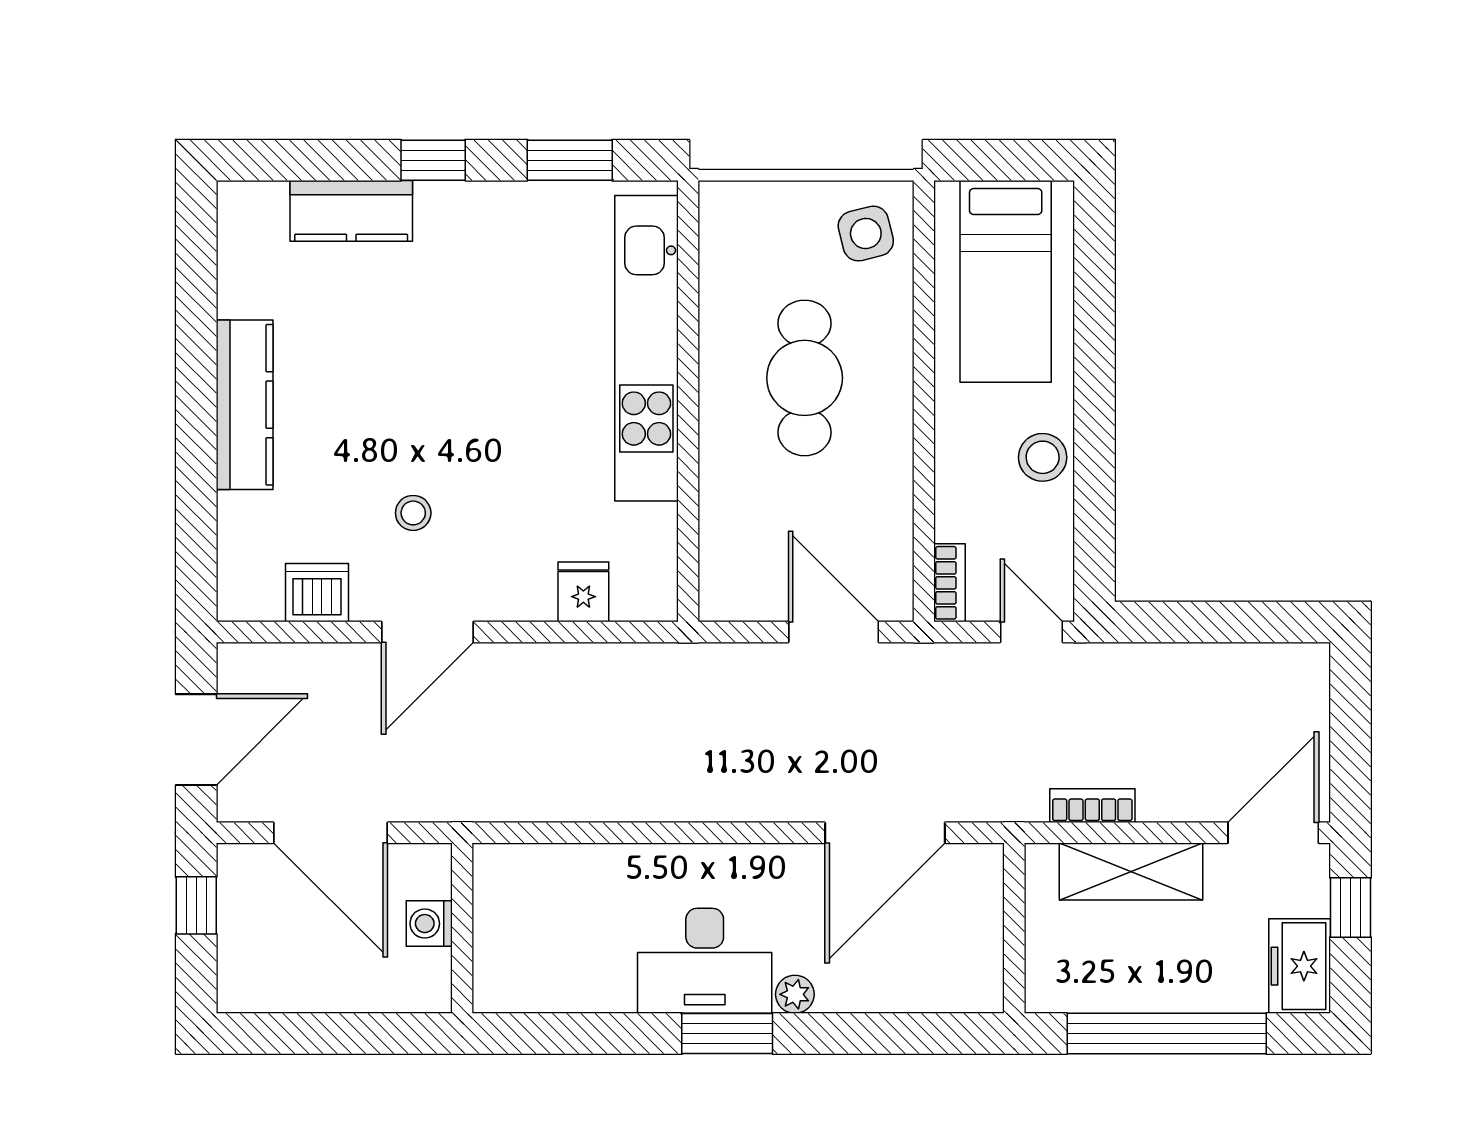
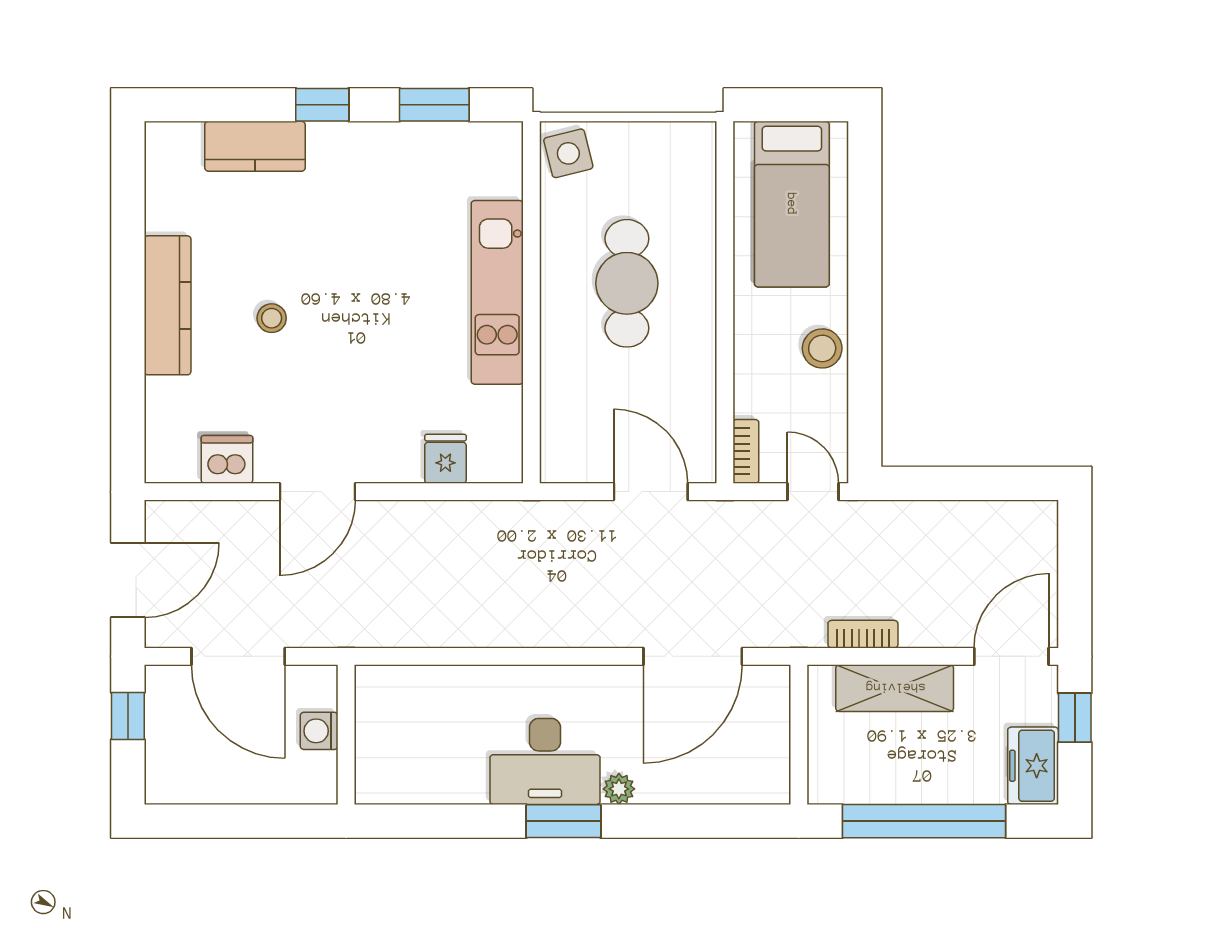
side table: (866, 234) -> (568, 153), moved
kitchen unit: (646, 348) -> (497, 292), width x0.73
stool: (413, 513) -> (272, 318), moved

